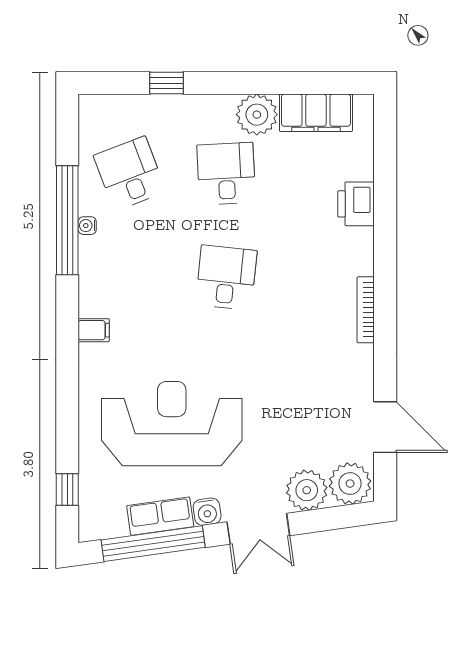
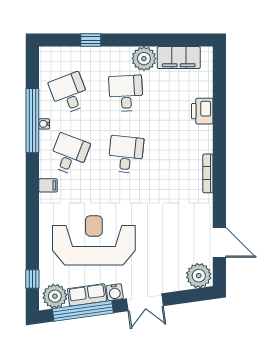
desk: (130, 277) -> (69, 154), added
plant: (307, 490) -> (55, 296), moved

